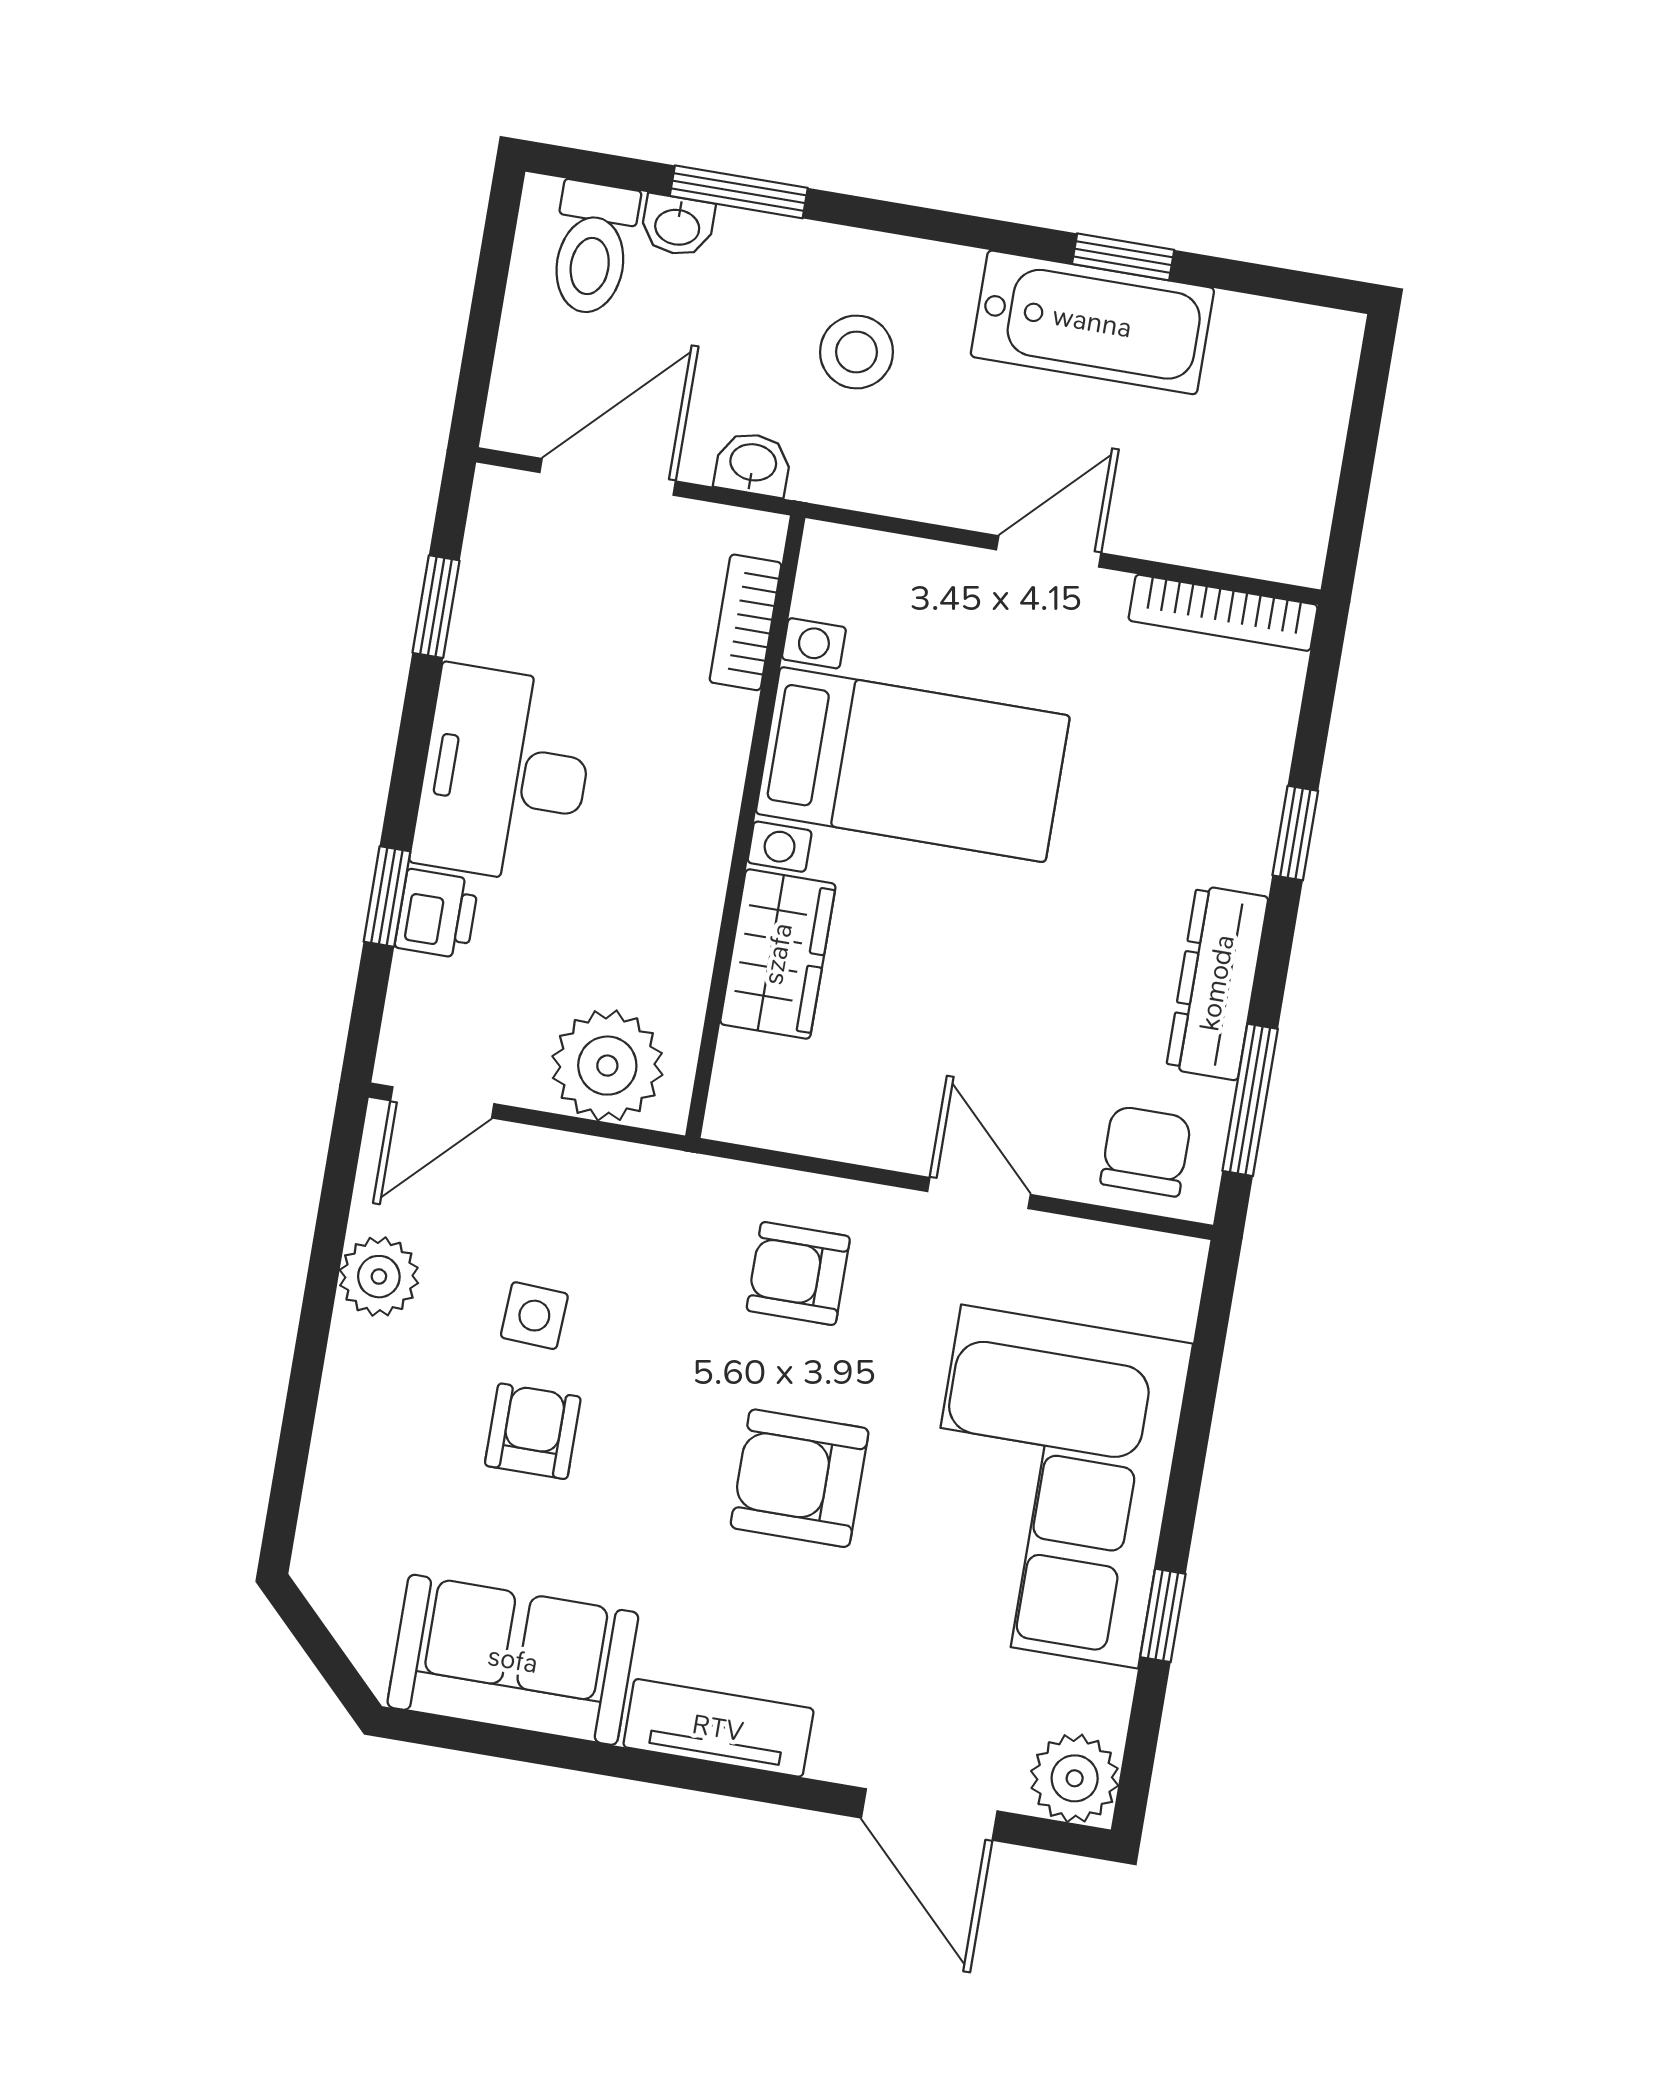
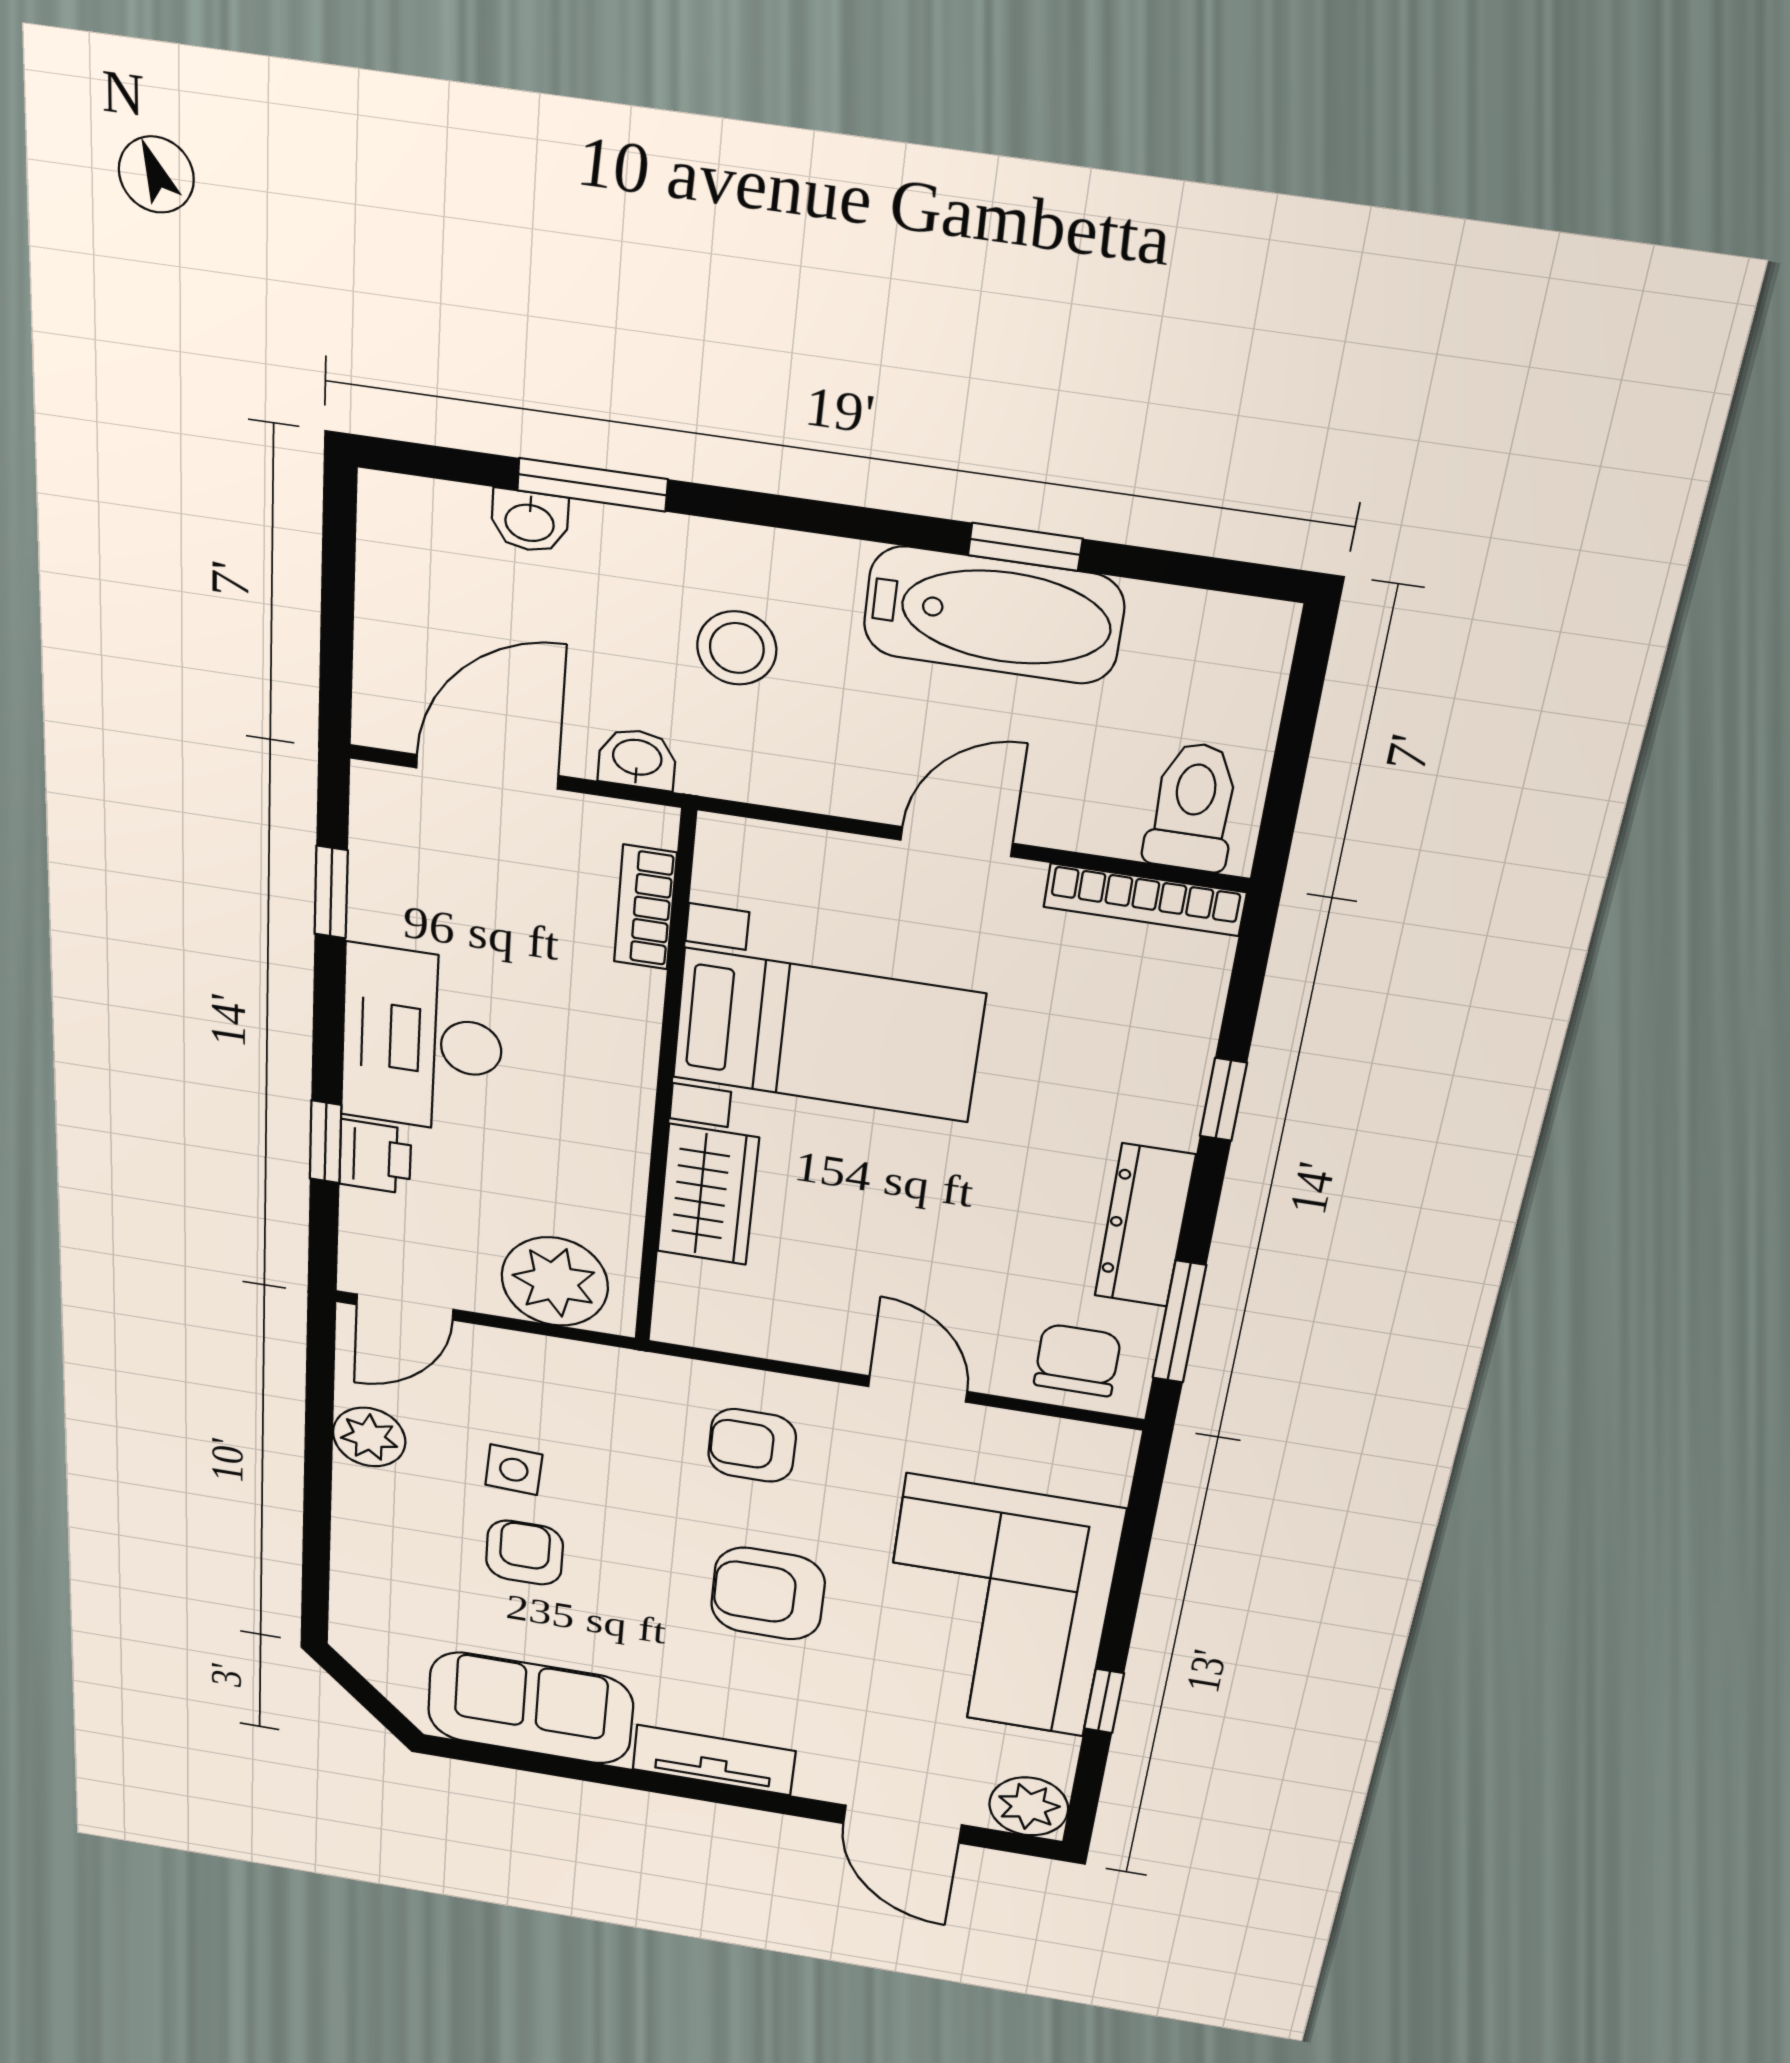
toilet: (593, 248) -> (1193, 807), moved, turned 180

